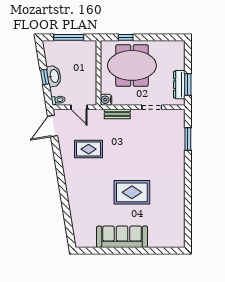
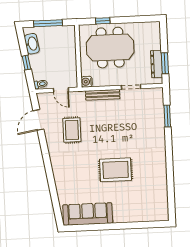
washbasin: (54, 76) -> (32, 44), moved
bench: (117, 114) -> (103, 95), width x1.36
door: (53, 126) -> (38, 120), moved
rug: (89, 149) -> (72, 130), turned 90
sofa: (122, 237) -> (88, 214), moved

